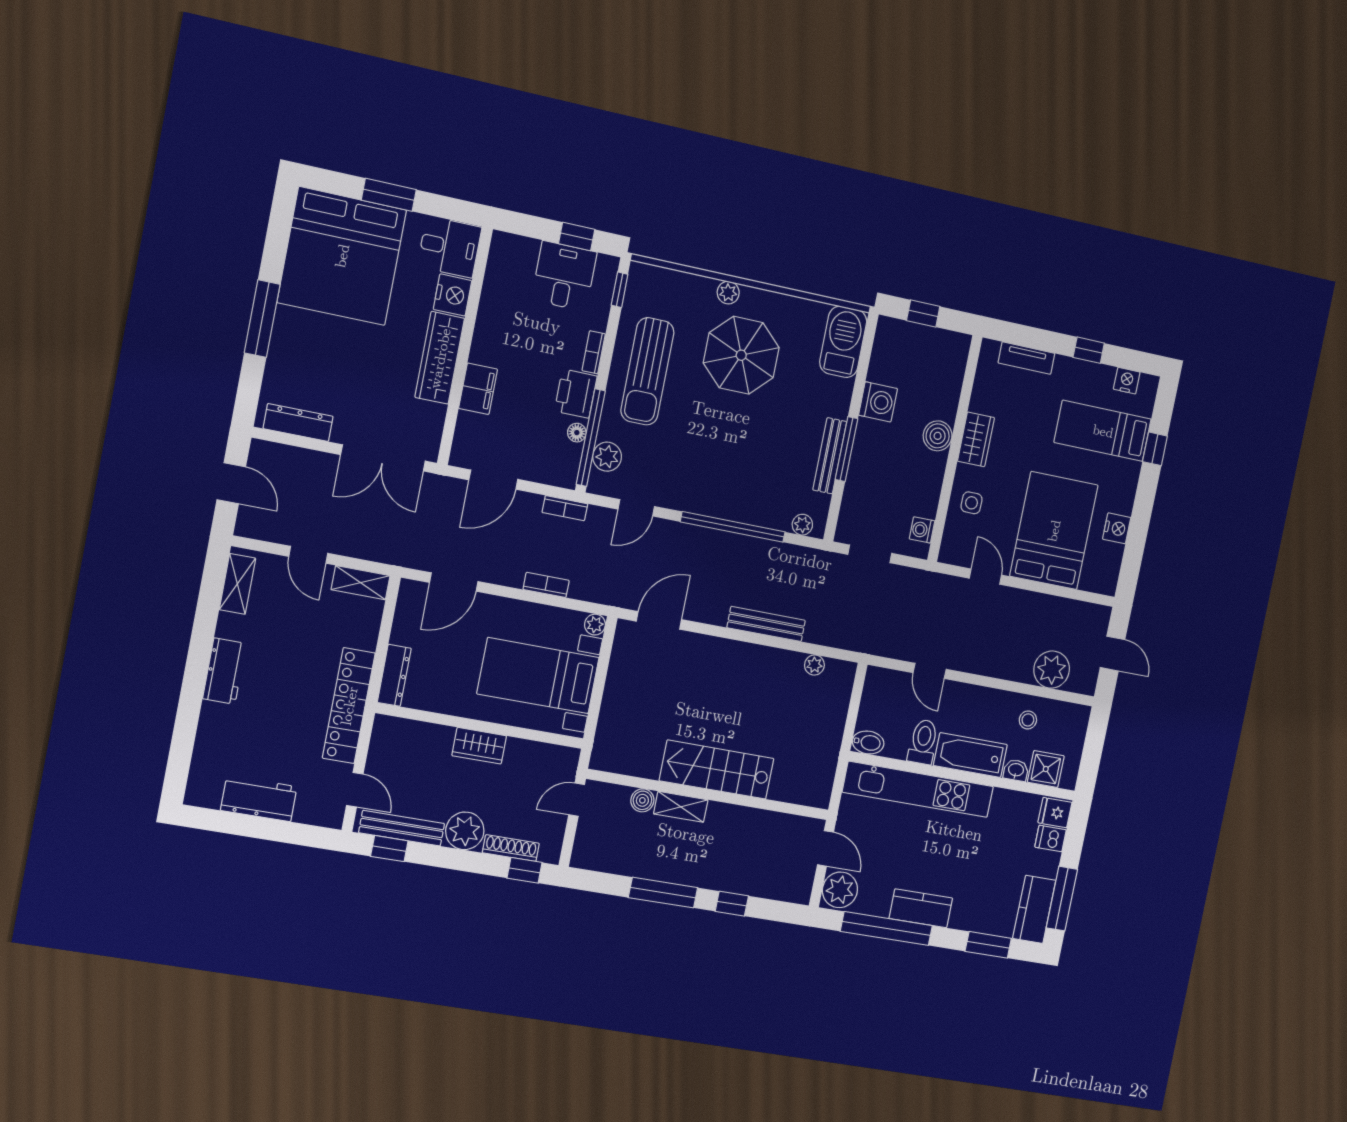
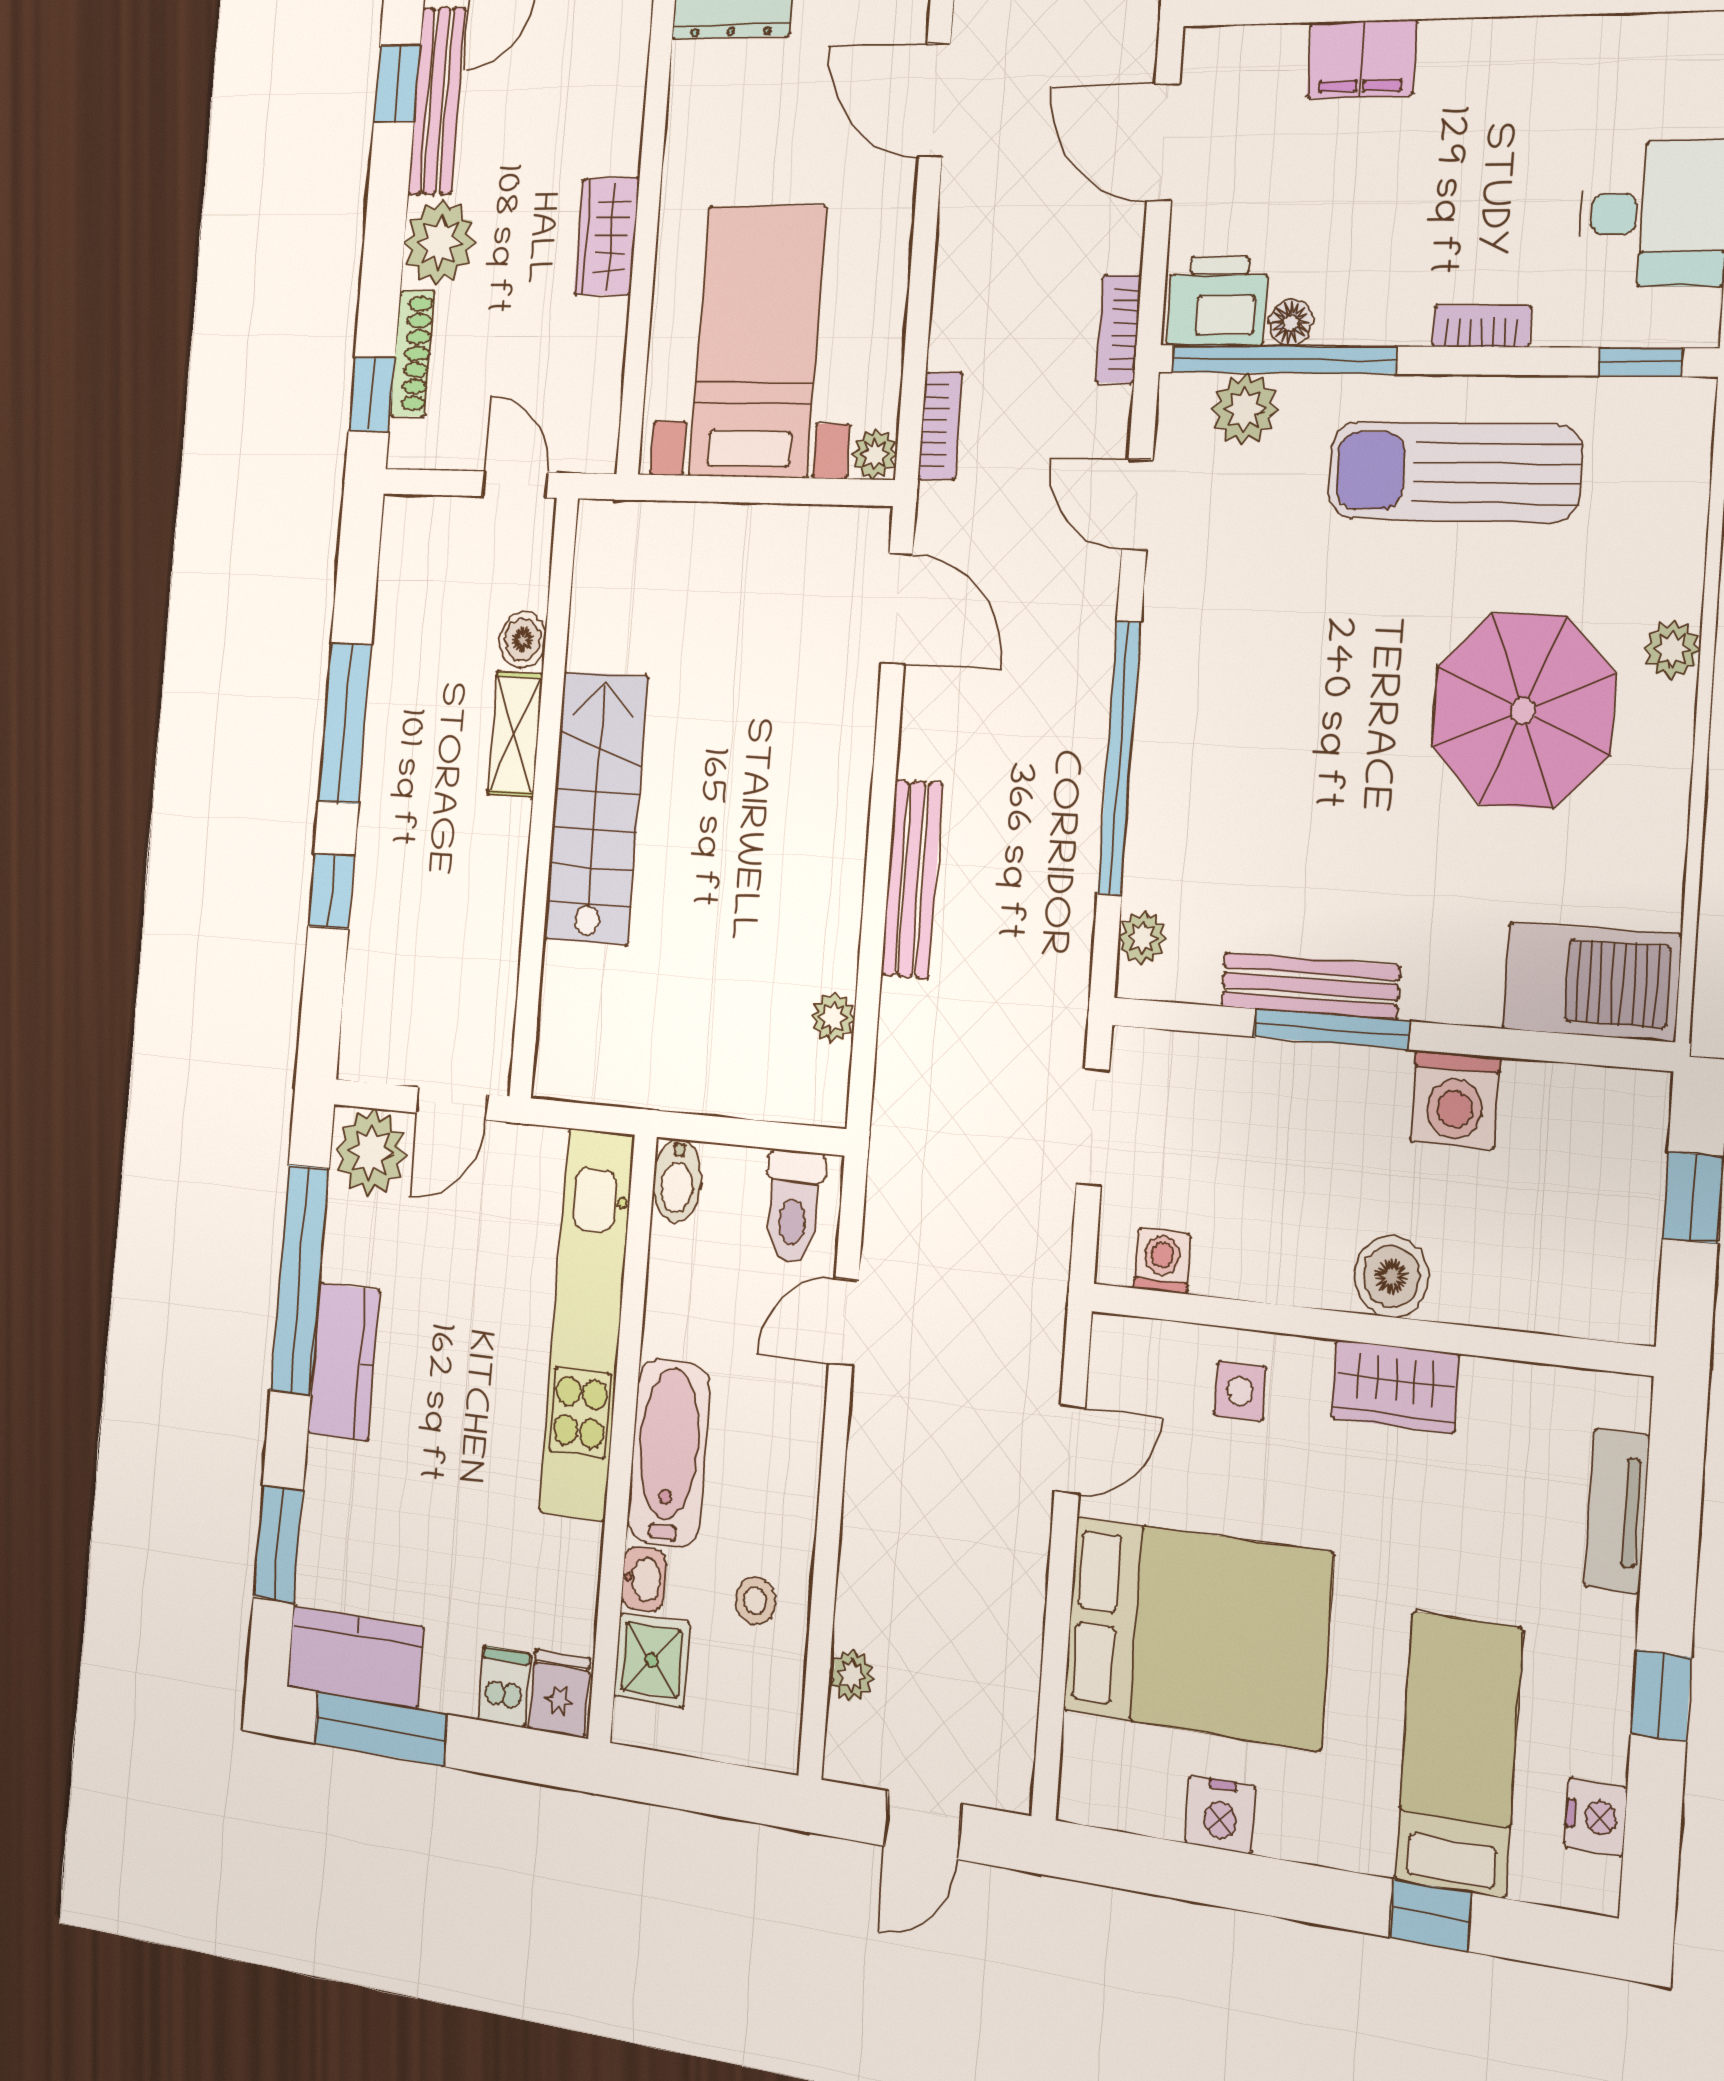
printer: (576, 394) -> (1217, 301), moved
bookcase: (546, 585) -> (940, 426), moved
plant: (1052, 670) -> (851, 1675), width x0.53, depth x0.53
toilet: (923, 742) -> (793, 1206), moved, turned 90

